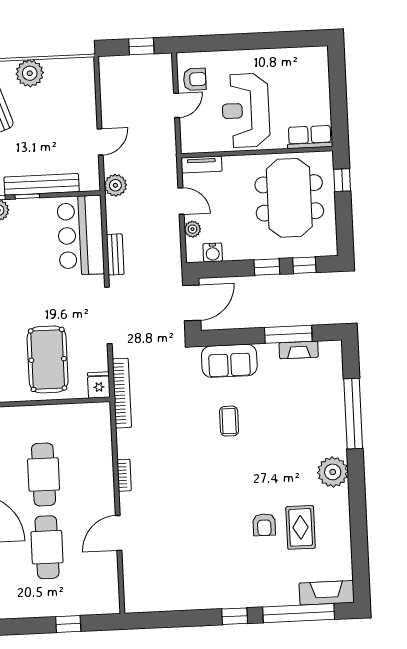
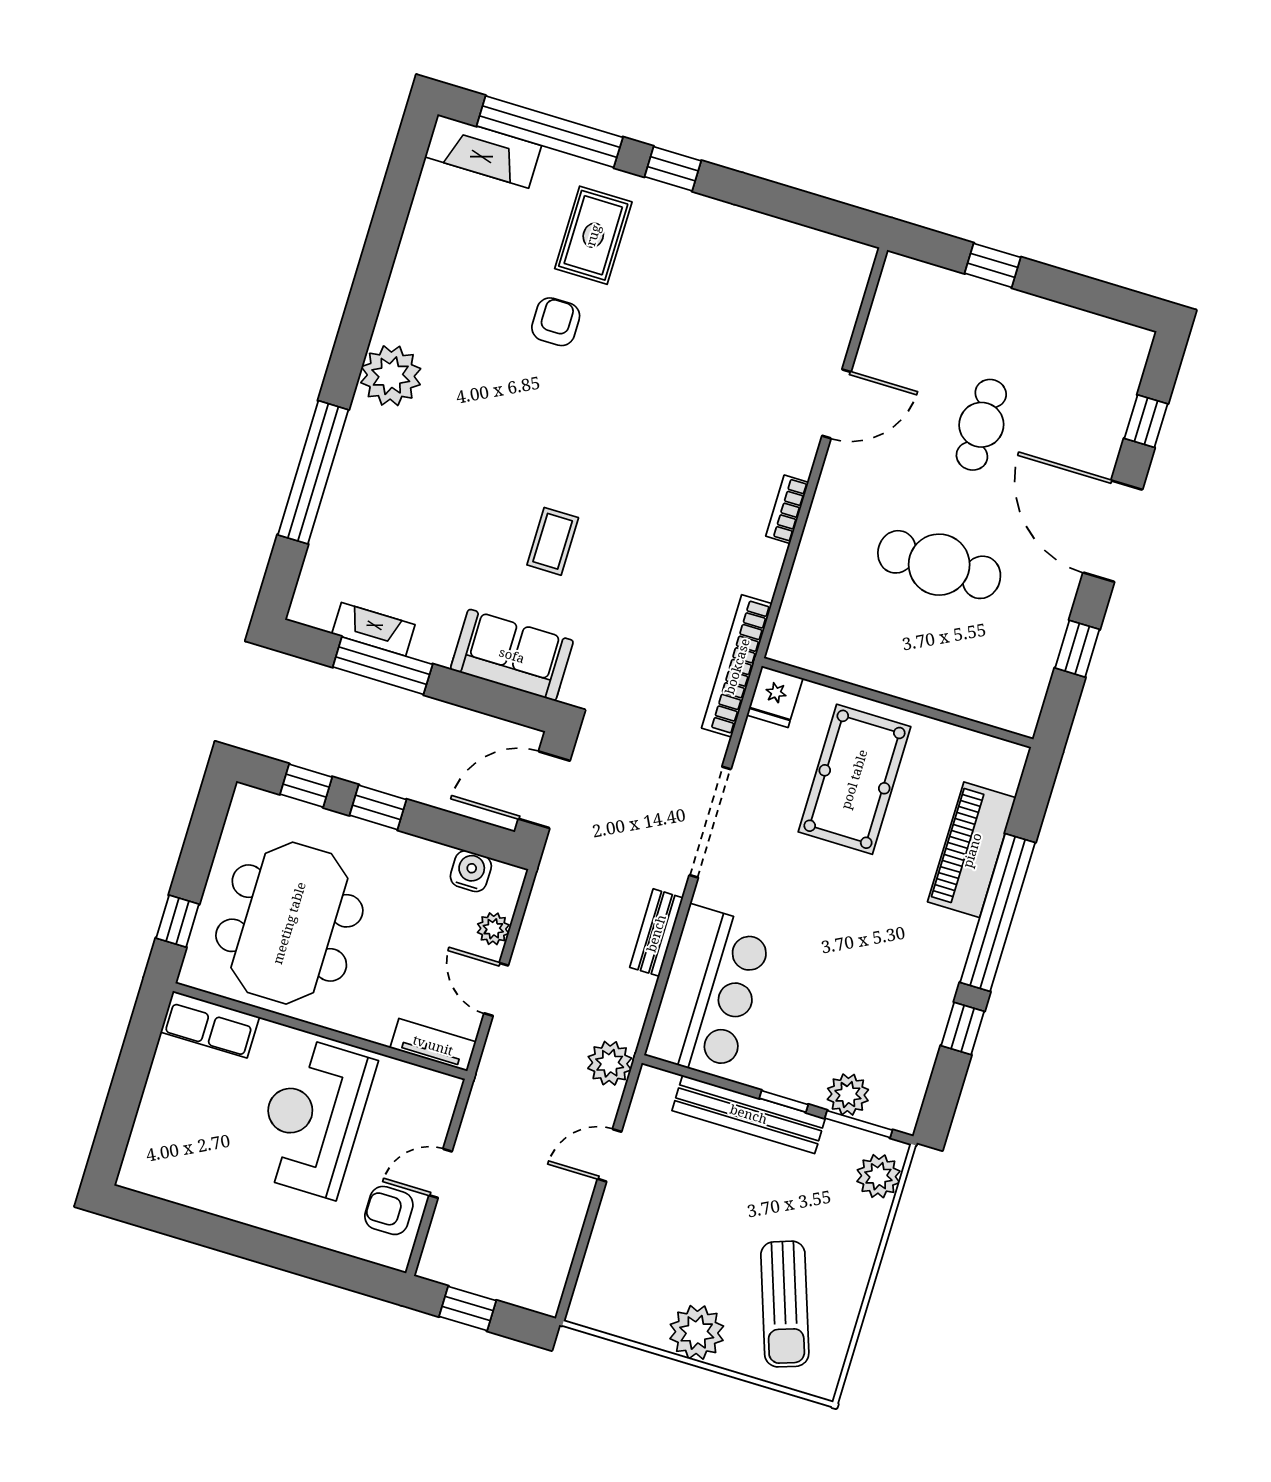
reception desk: (246, 110) -> (313, 1118), turned 180
cafe table: (44, 474) -> (939, 565), turned 90
rug: (301, 527) -> (593, 235), moved
cafe table: (47, 547) -> (981, 425), width x0.73, depth x0.74

